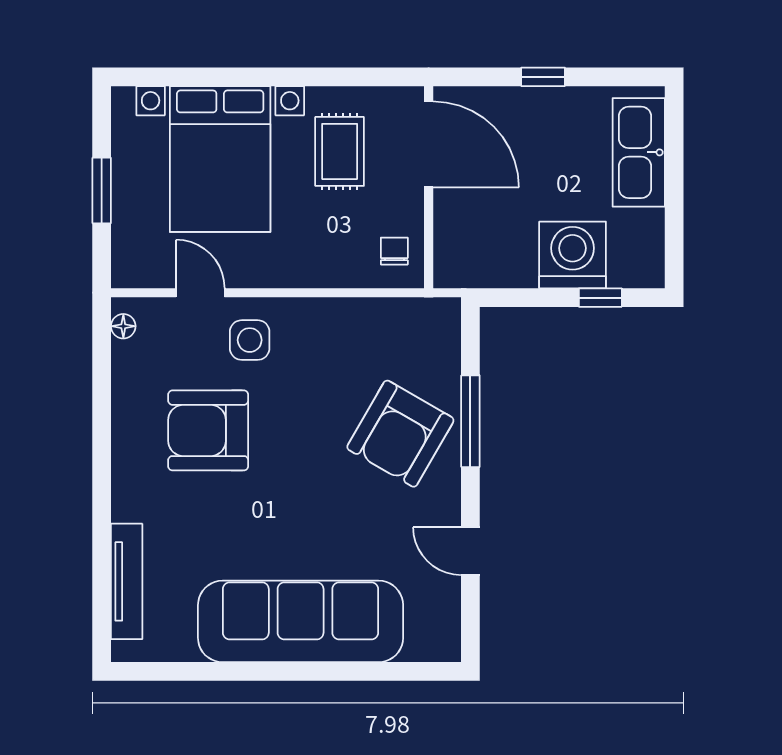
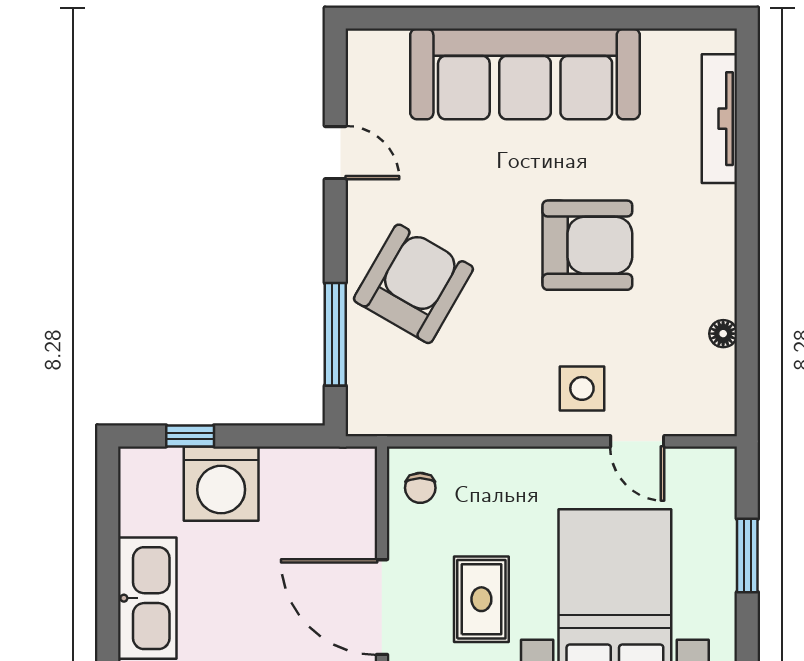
floor lamp: (123, 326) -> (723, 334), moved
window: (470, 421) -> (335, 334), moved
armchair: (208, 430) -> (587, 245), moved

